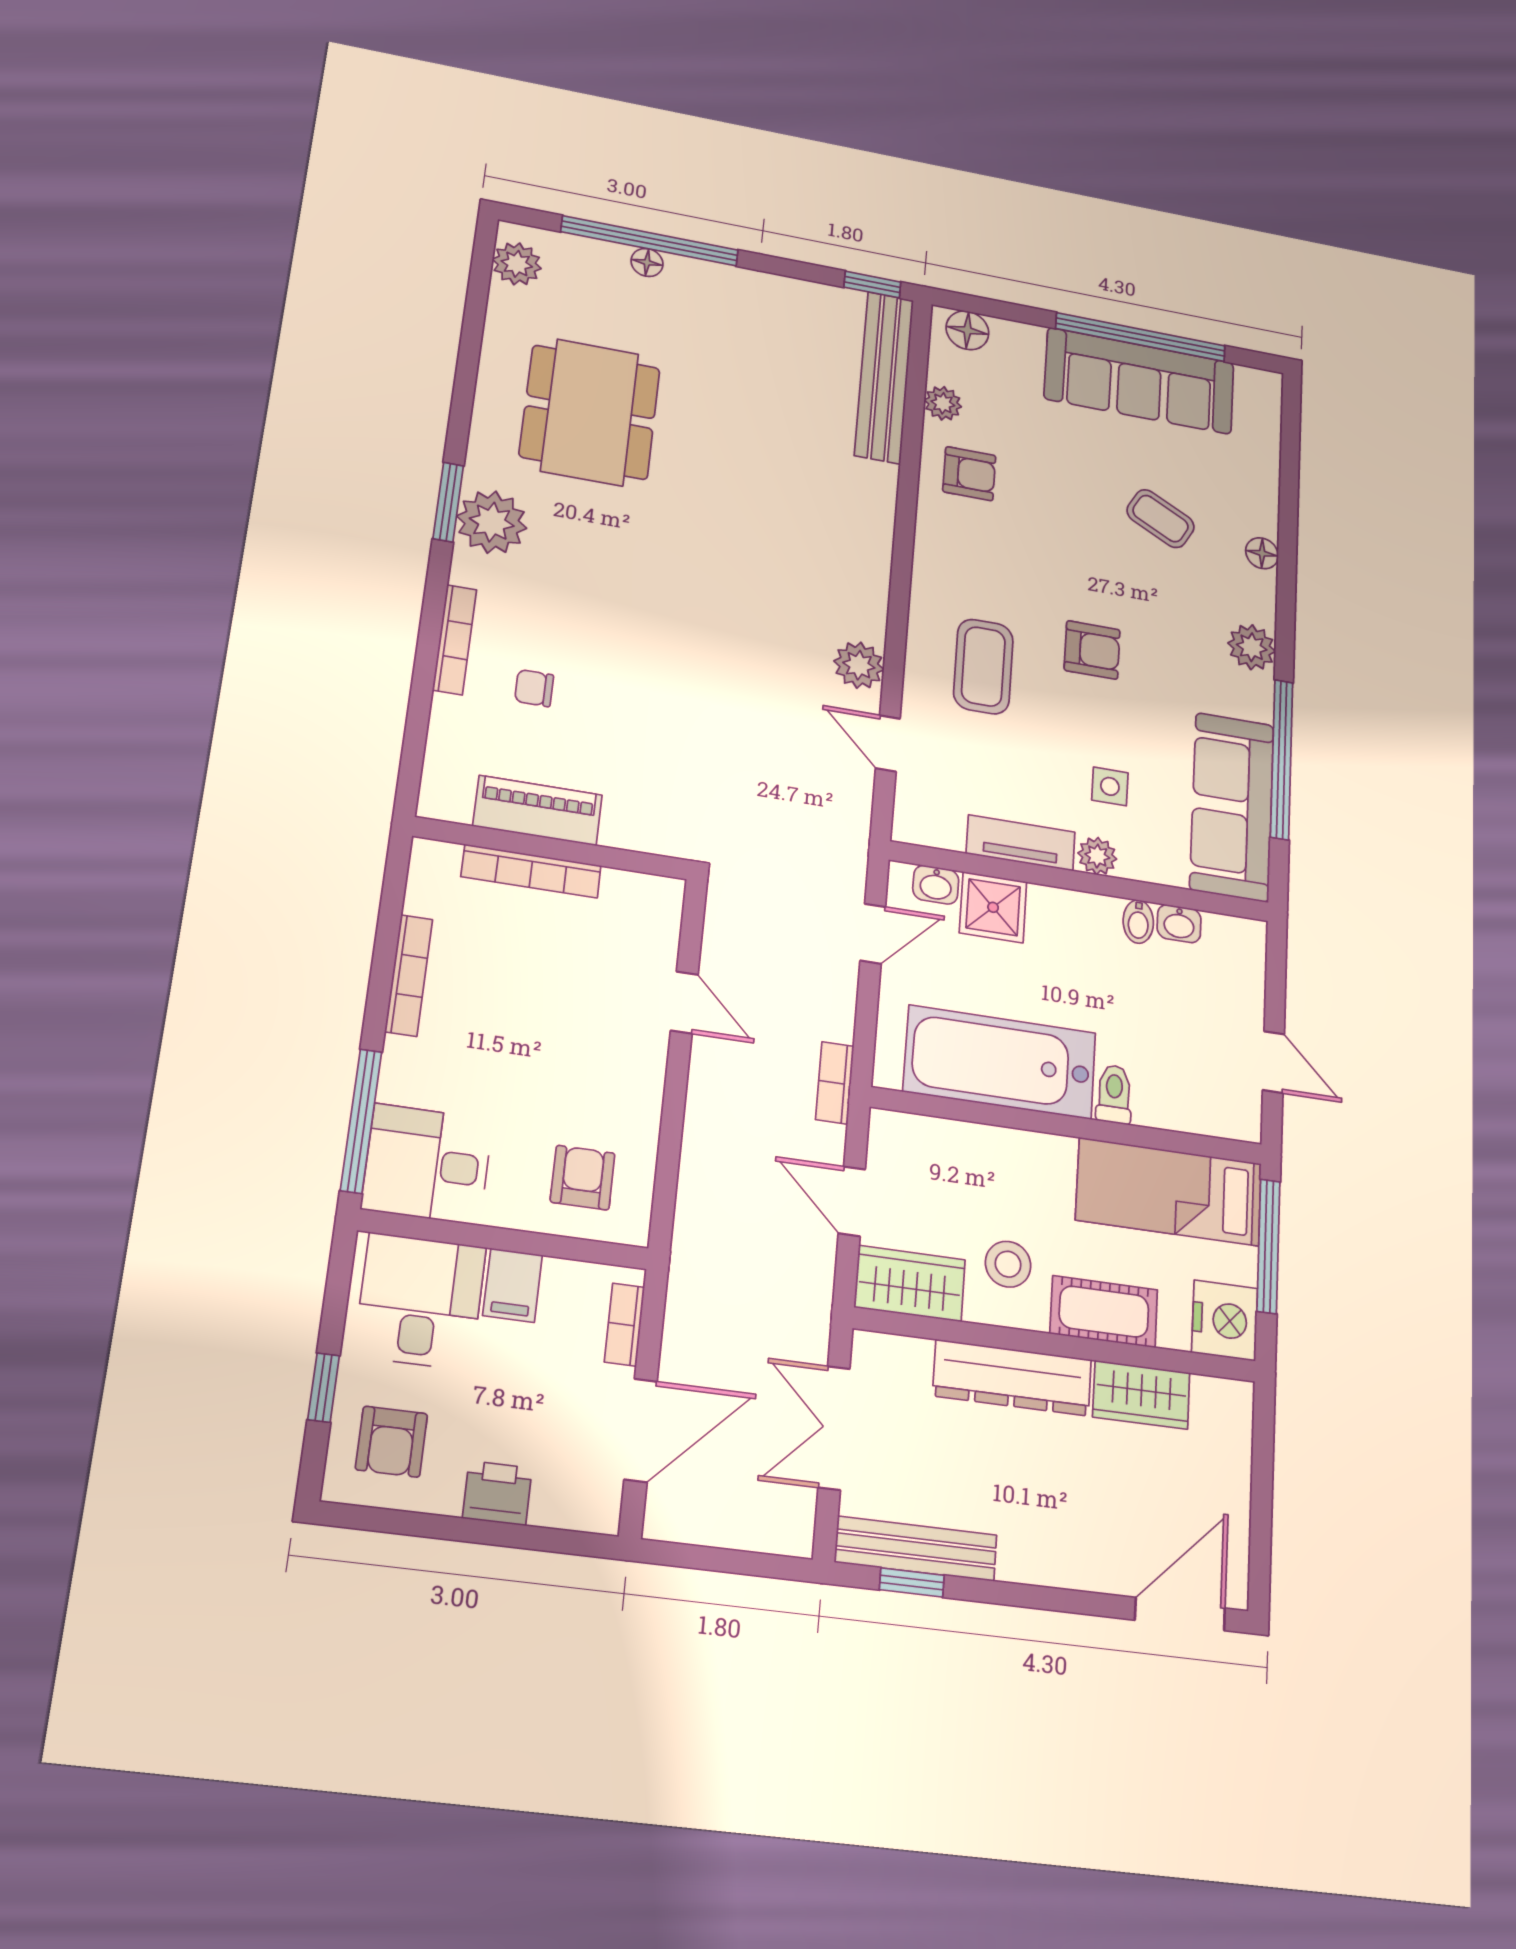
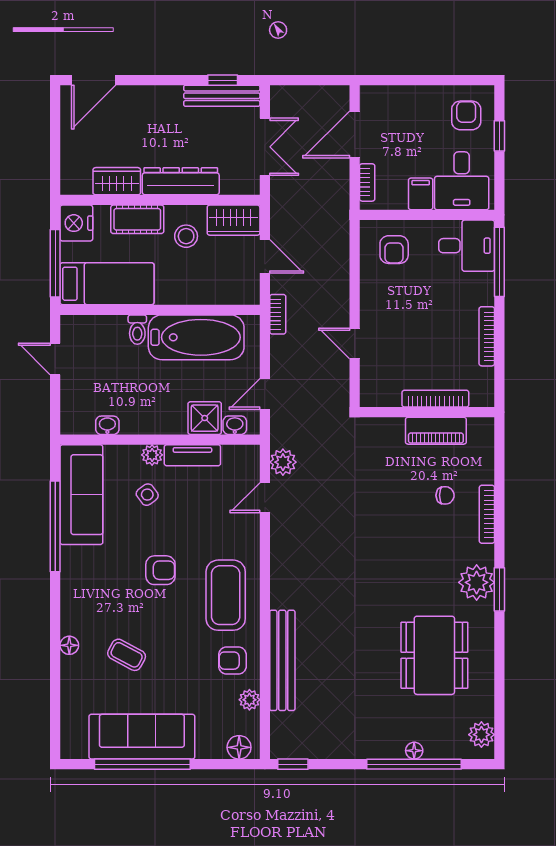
bench: (884, 377) -> (282, 660), moved
plant: (1252, 647) -> (73, 588), removed
armchair: (1092, 650) -> (160, 570), turned 180
plant: (859, 665) -> (283, 462), moved
coffee table: (983, 666) -> (226, 595), moved, width x1.36, depth x1.32
door: (888, 743) -> (265, 498), swing flipped
side table: (1110, 786) -> (147, 495), turned -37
bidet: (1138, 922) -> (129, 423), removed
printer: (497, 1493) -> (416, 98), removed

